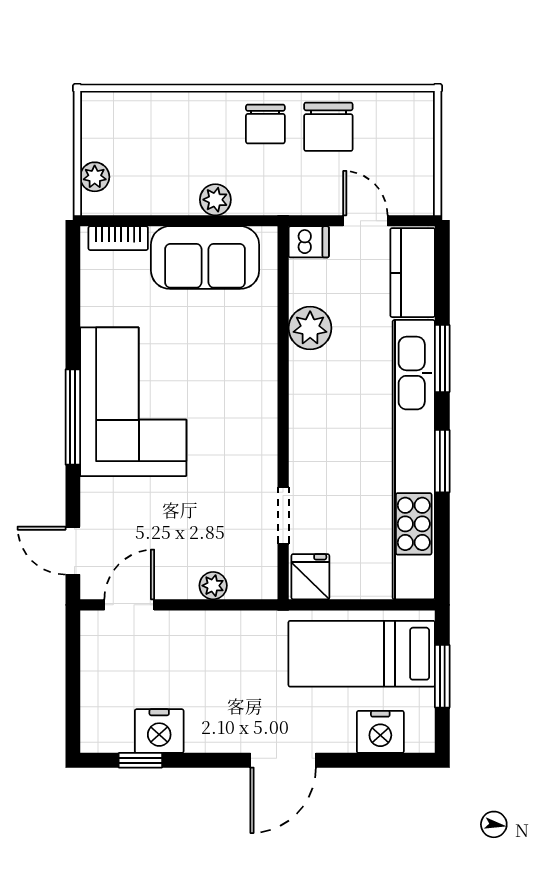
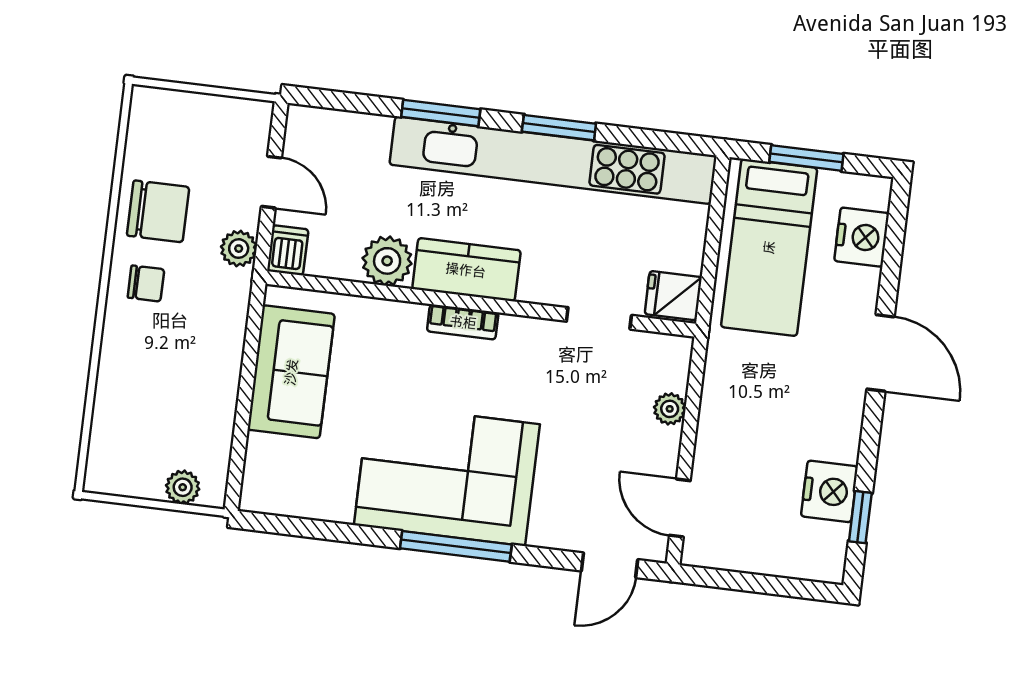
chair: (265, 124) -> (146, 283), width x0.73, depth x0.73
plant: (215, 200) -> (239, 249), moved
door: (365, 221) -> (271, 182), swing flipped
bookcase: (118, 238) -> (463, 322), moved, turned 90
kitchen counter: (413, 273) -> (466, 270), moved, turned 180

